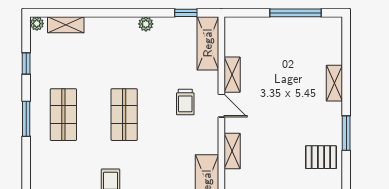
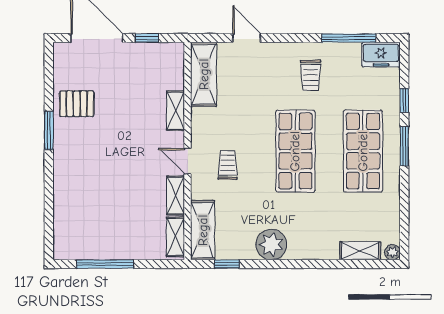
plant: (146, 24) -> (271, 245), width x1.87, depth x1.87
window: (26, 64) -> (404, 100), moved
shelving: (334, 83) -> (175, 237), moved
shop shelf: (63, 115) -> (363, 151), width x1.43, depth x1.36
shop shelf: (124, 115) -> (295, 151), width x1.43, depth x1.36

